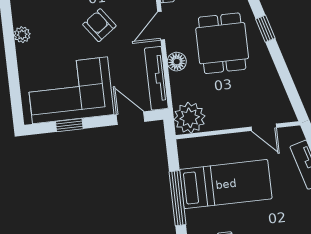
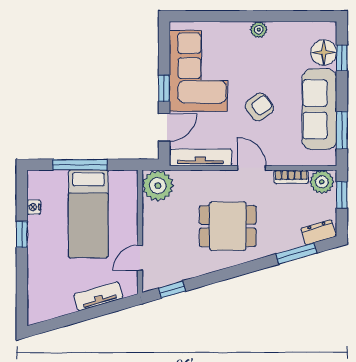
window: (265, 29) -> (172, 290), moved
floor lamp: (177, 62) -> (215, 179), removed
window: (69, 125) -> (164, 88), moved

